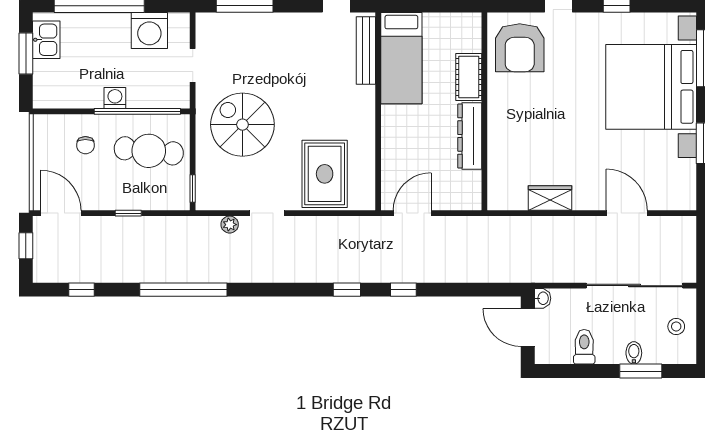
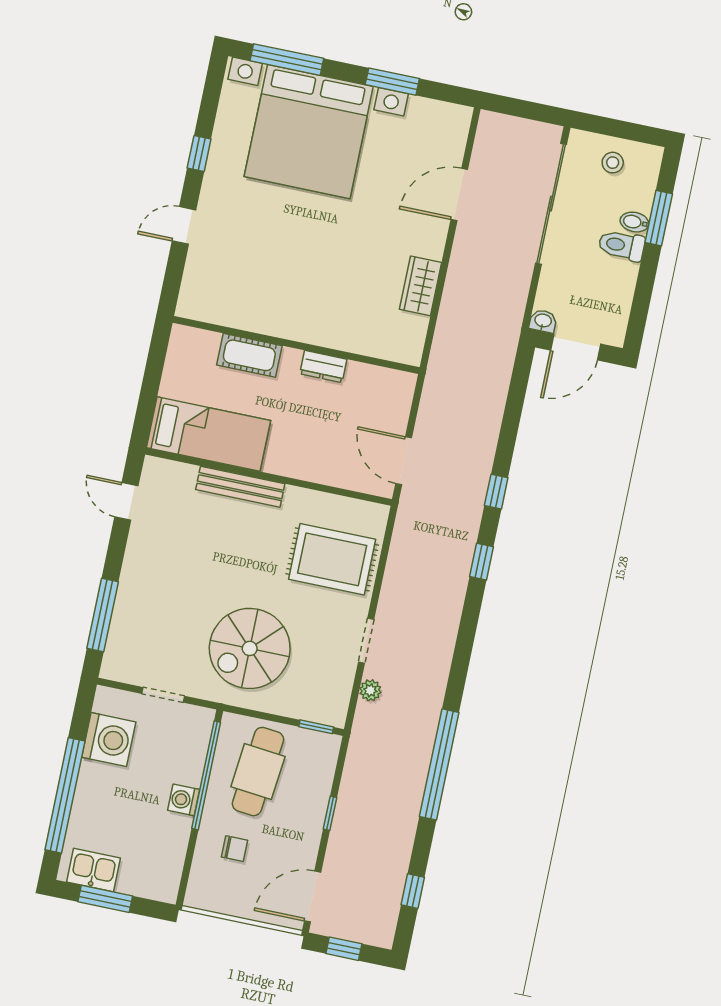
armchair: (520, 48) -> (226, 285), removed
bench: (366, 50) -> (240, 487), moved
dresser: (470, 136) -> (323, 367), width x0.51, depth x0.80
toilet: (584, 347) -> (622, 245), moved

